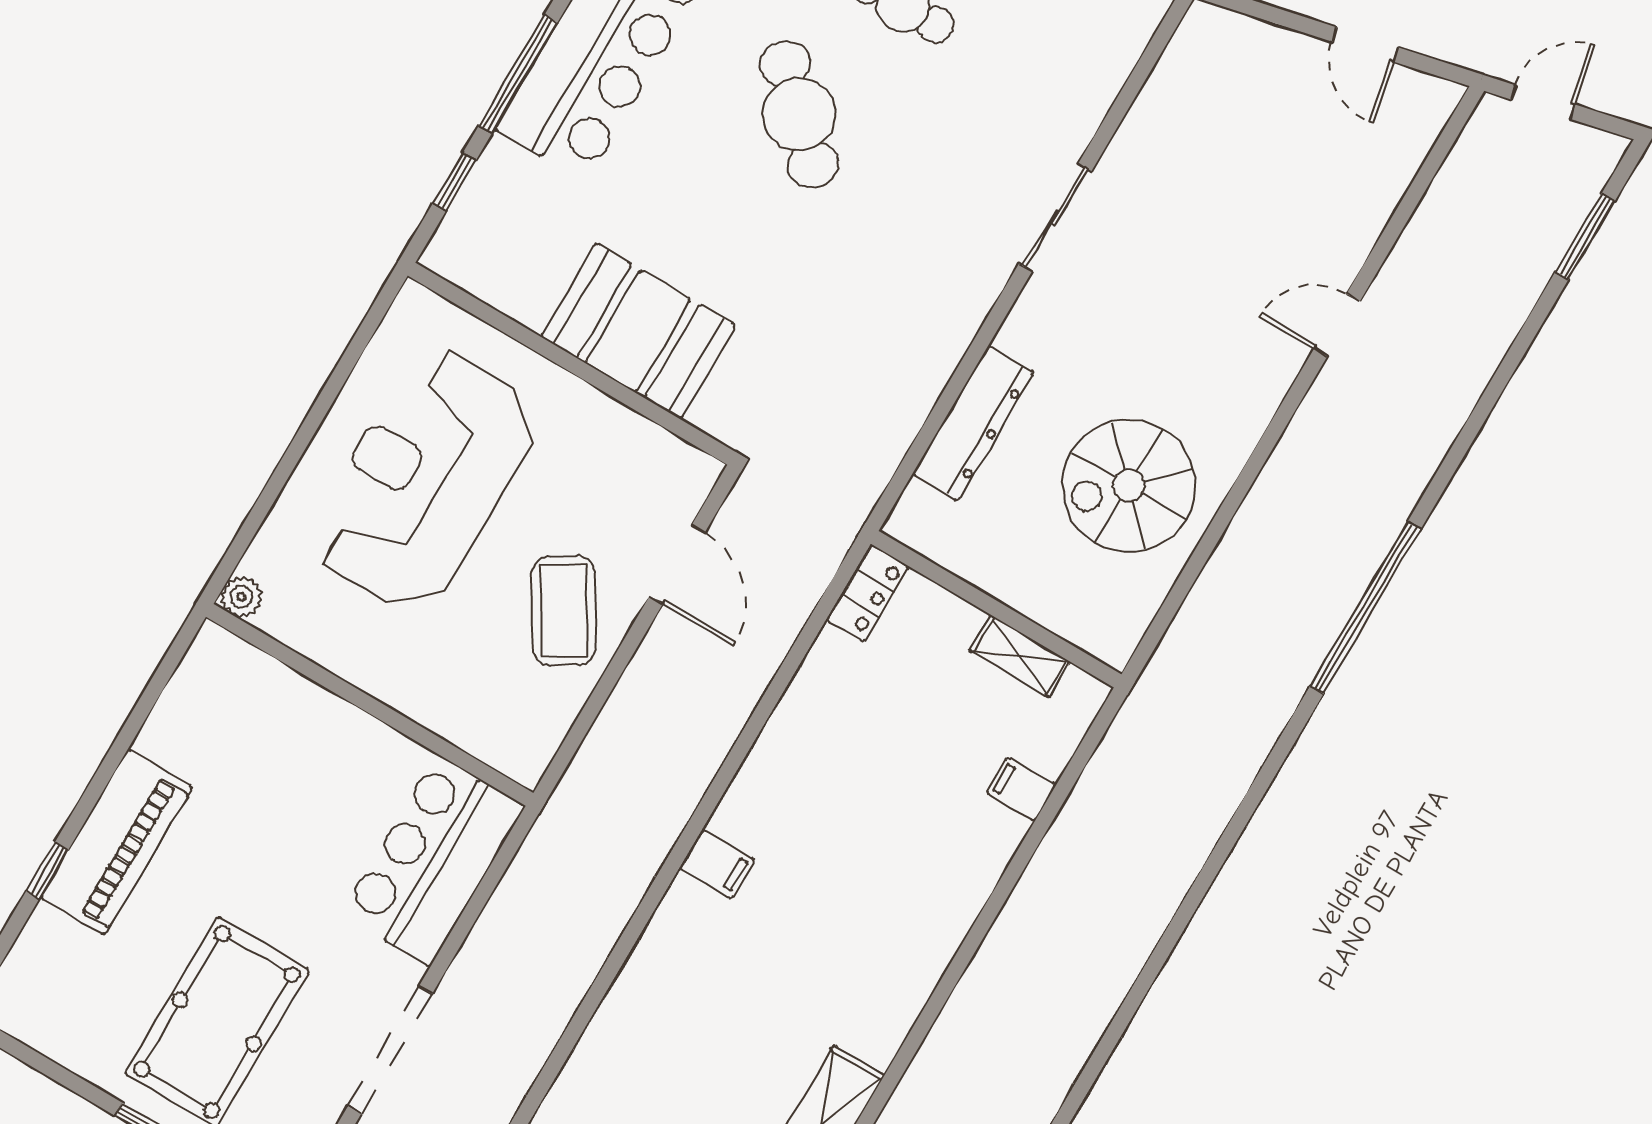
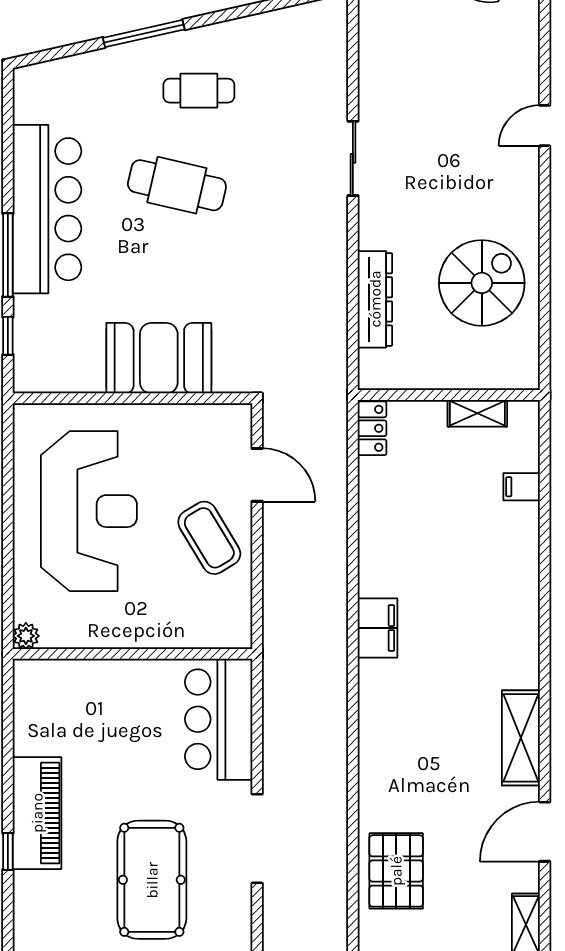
cafe table: (799, 114) -> (177, 185), turned -31
reception desk: (424, 480) -> (89, 511), turned 180
spiral stairs: (1129, 486) -> (482, 283), turned 180
filing cabinet: (717, 864) -> (378, 628), width x2.00

